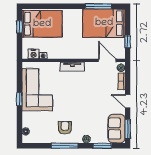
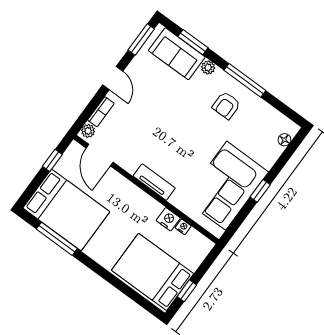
nightstand: (33, 54) -> (168, 219), moved
sofa: (117, 129) -> (177, 54), moved, turned 90

